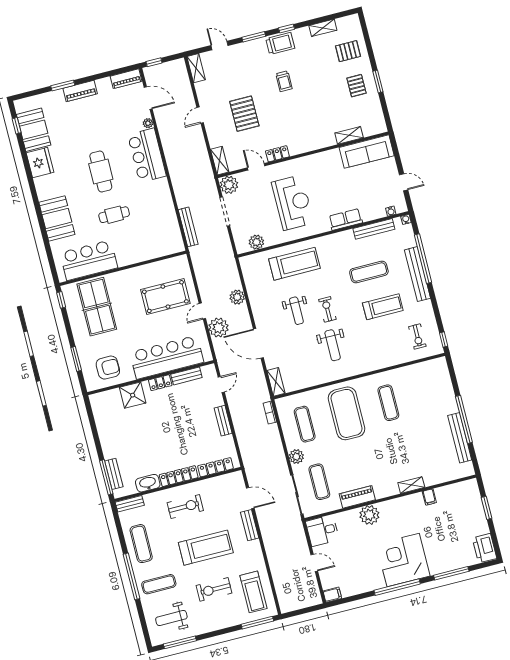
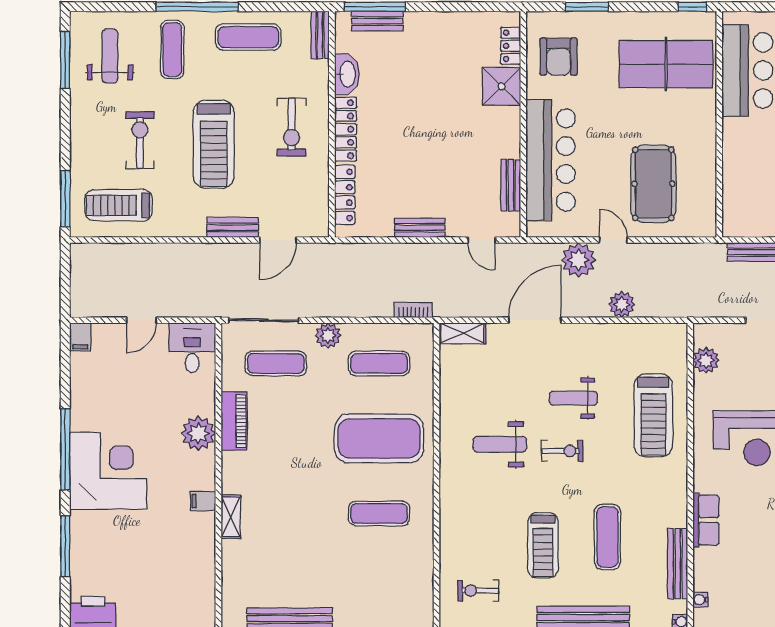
locker: (160, 383) -> (511, 46), moved
filing cabinet: (429, 497) -> (203, 501), moved

